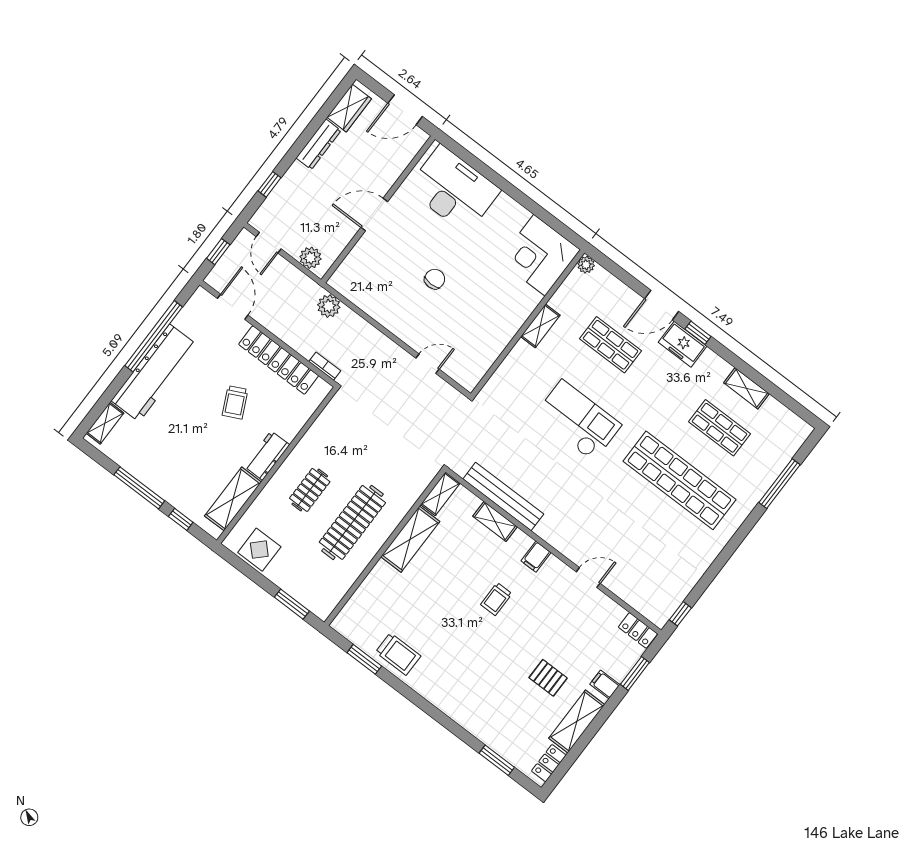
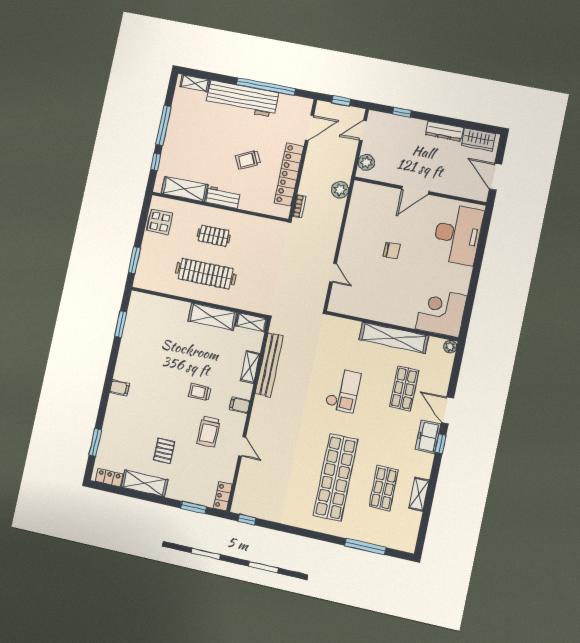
door: (374, 214) -> (415, 190), swing flipped
shelving: (540, 326) -> (394, 338), width x2.20, depth x1.33
checkout: (578, 420) -> (343, 390), width x0.73, depth x0.83
trolley: (398, 654) -> (209, 432), moved
filing cabinet: (605, 684) -> (119, 388), moved, turned 90

